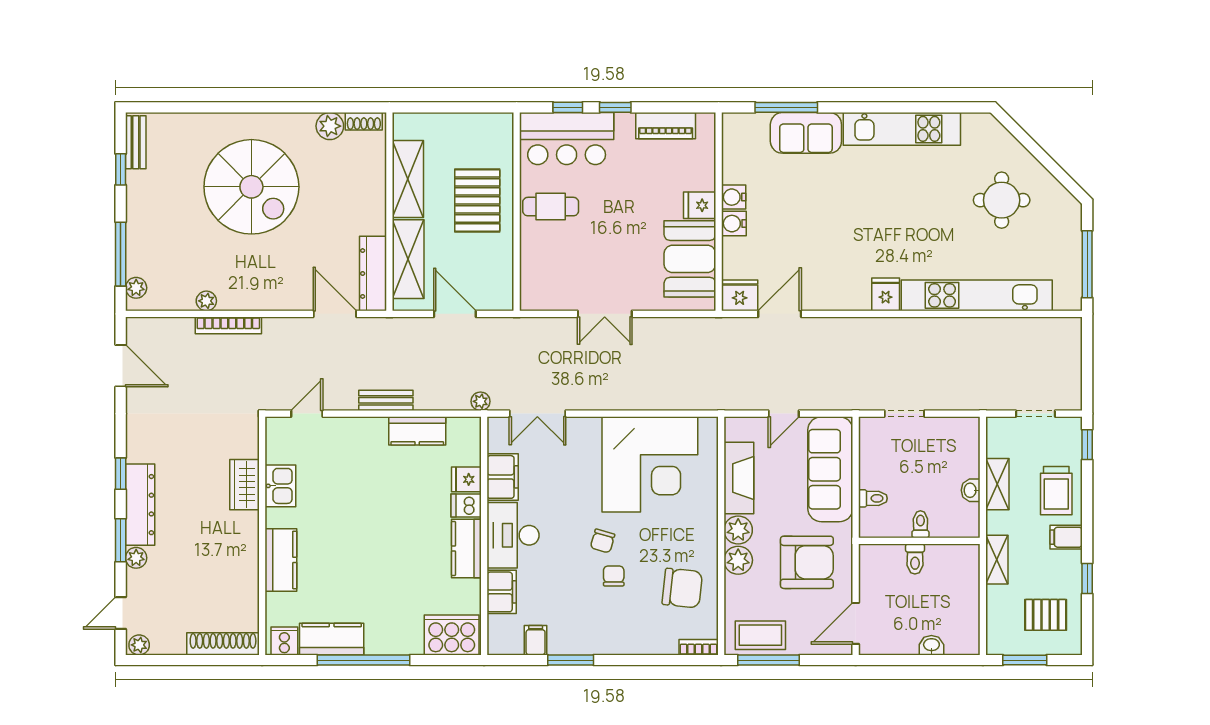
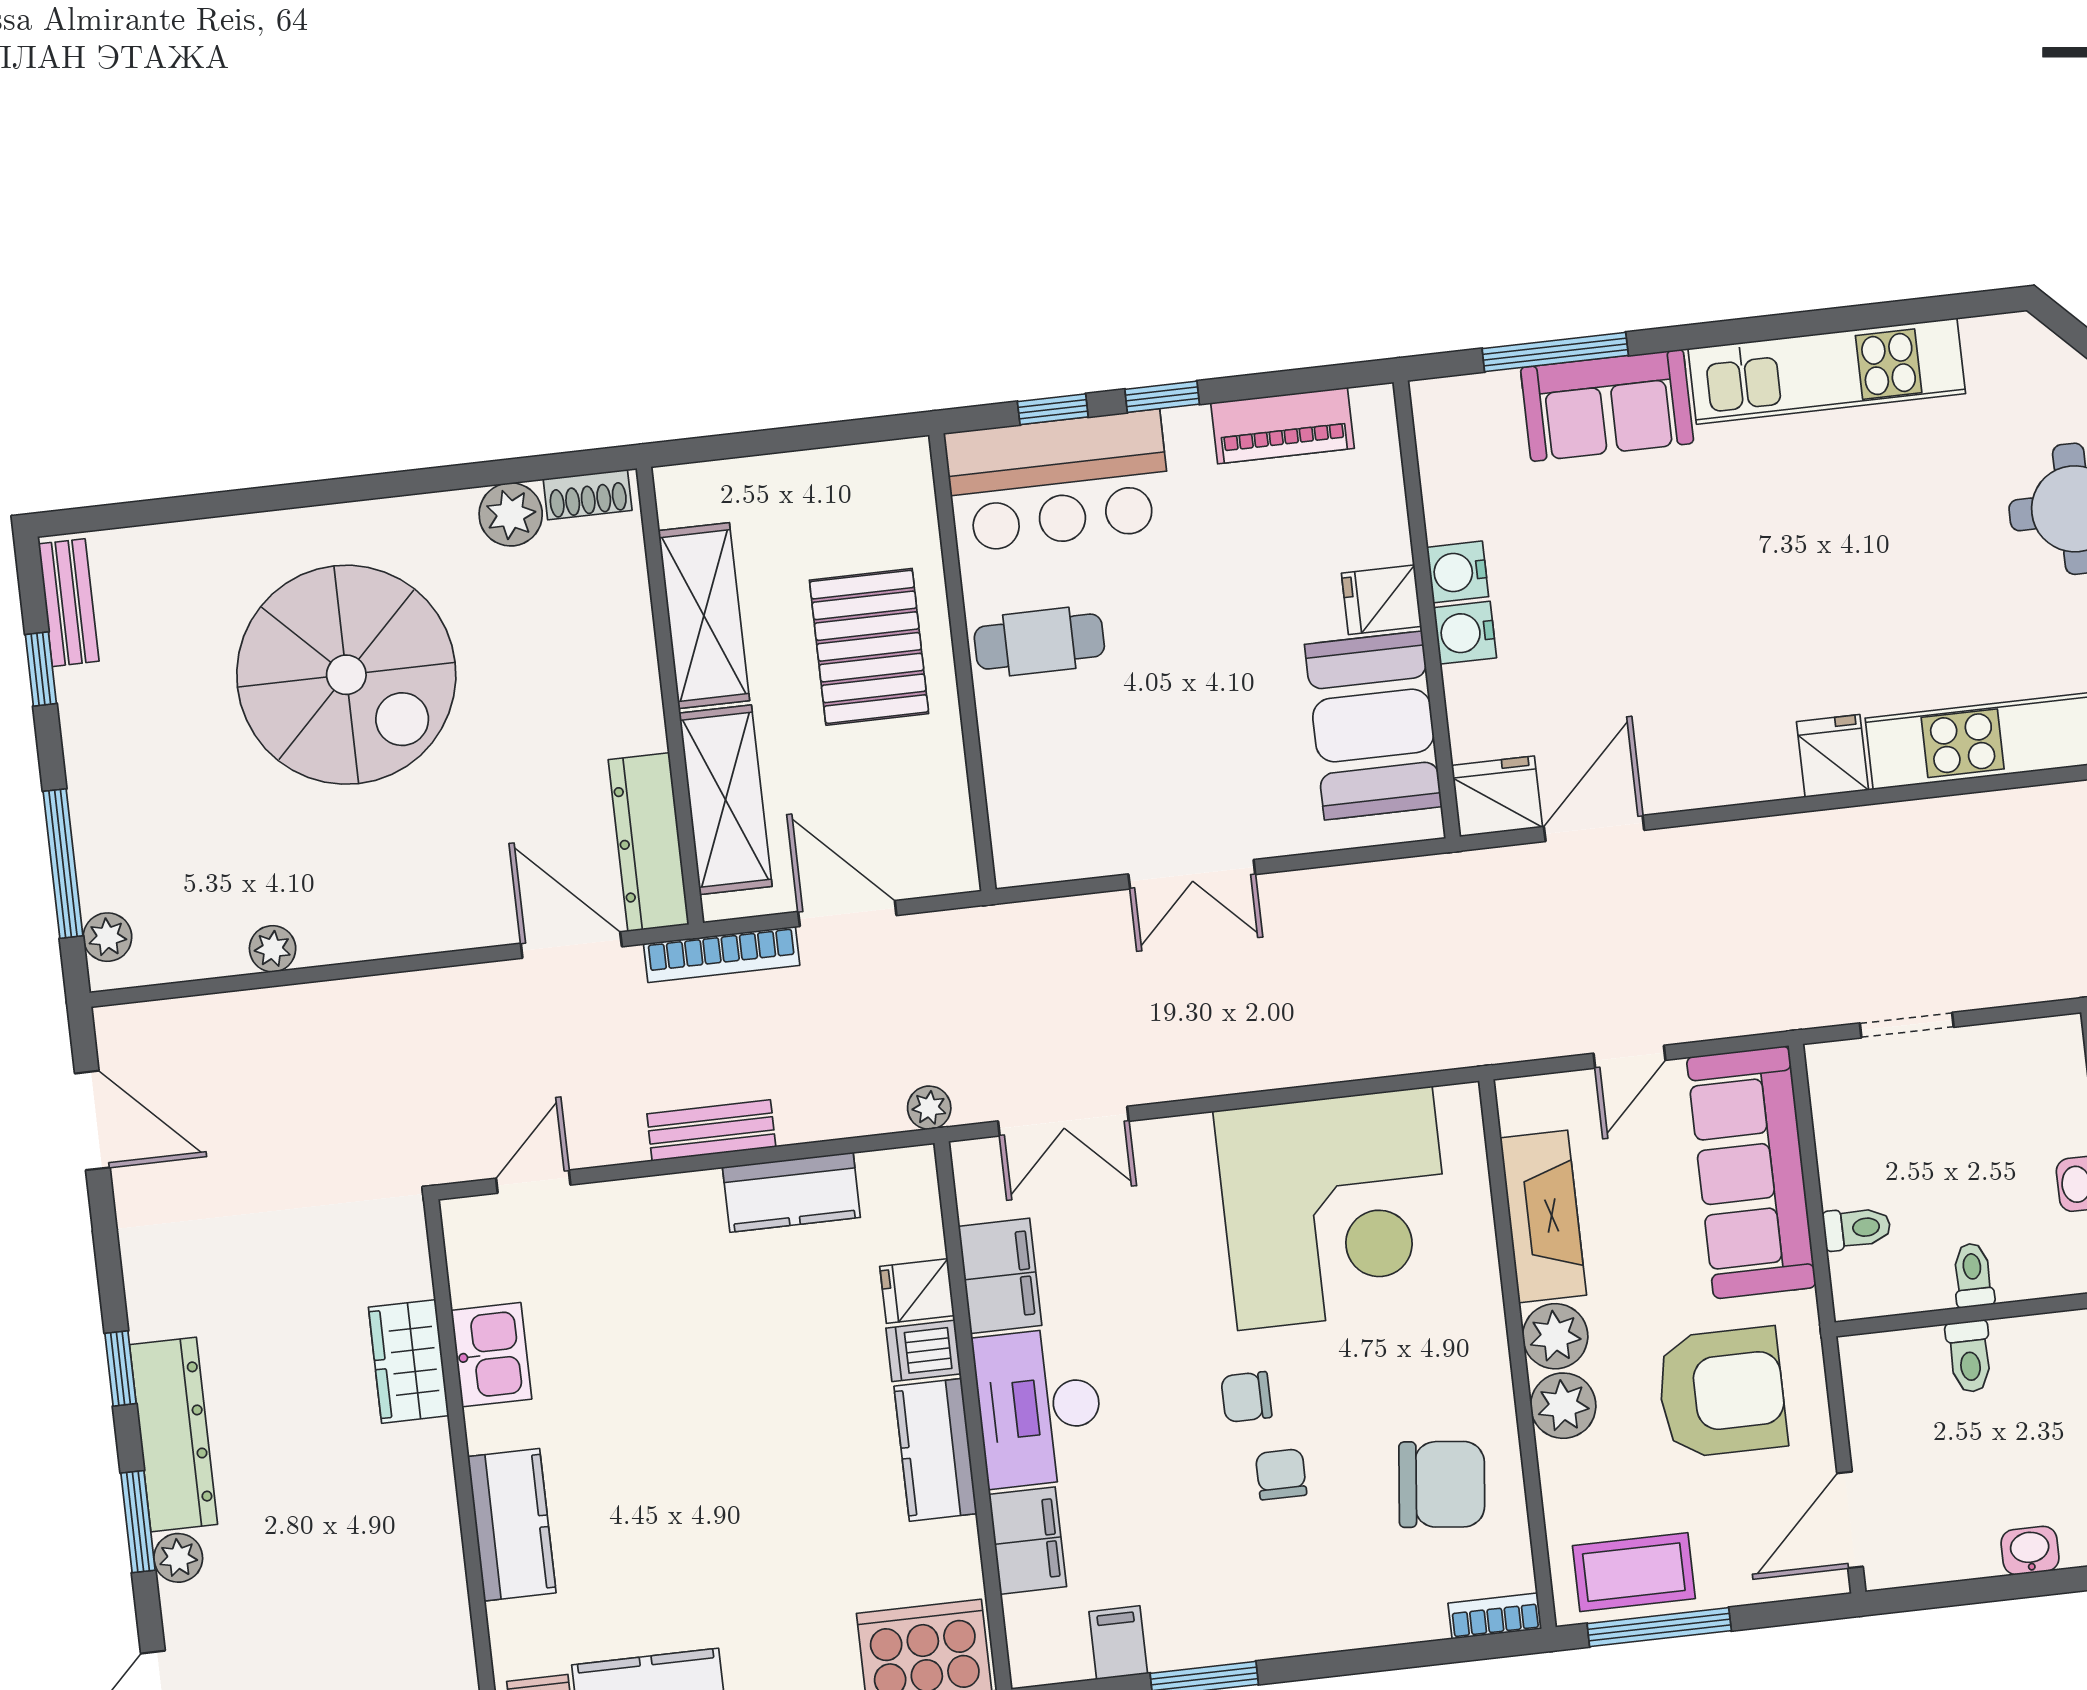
bookcase: (228, 325) -> (722, 954), moved
chair: (603, 541) -> (1246, 1397), turned 74

